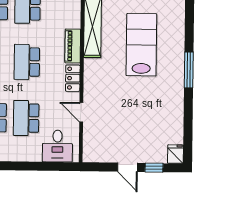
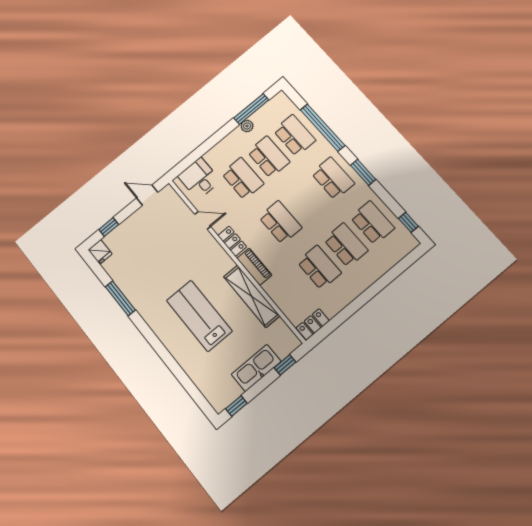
lab bench: (141, 45) -> (199, 316), turned 180
window: (189, 70) -> (120, 298), moved
door: (128, 167) -> (147, 195), moved

